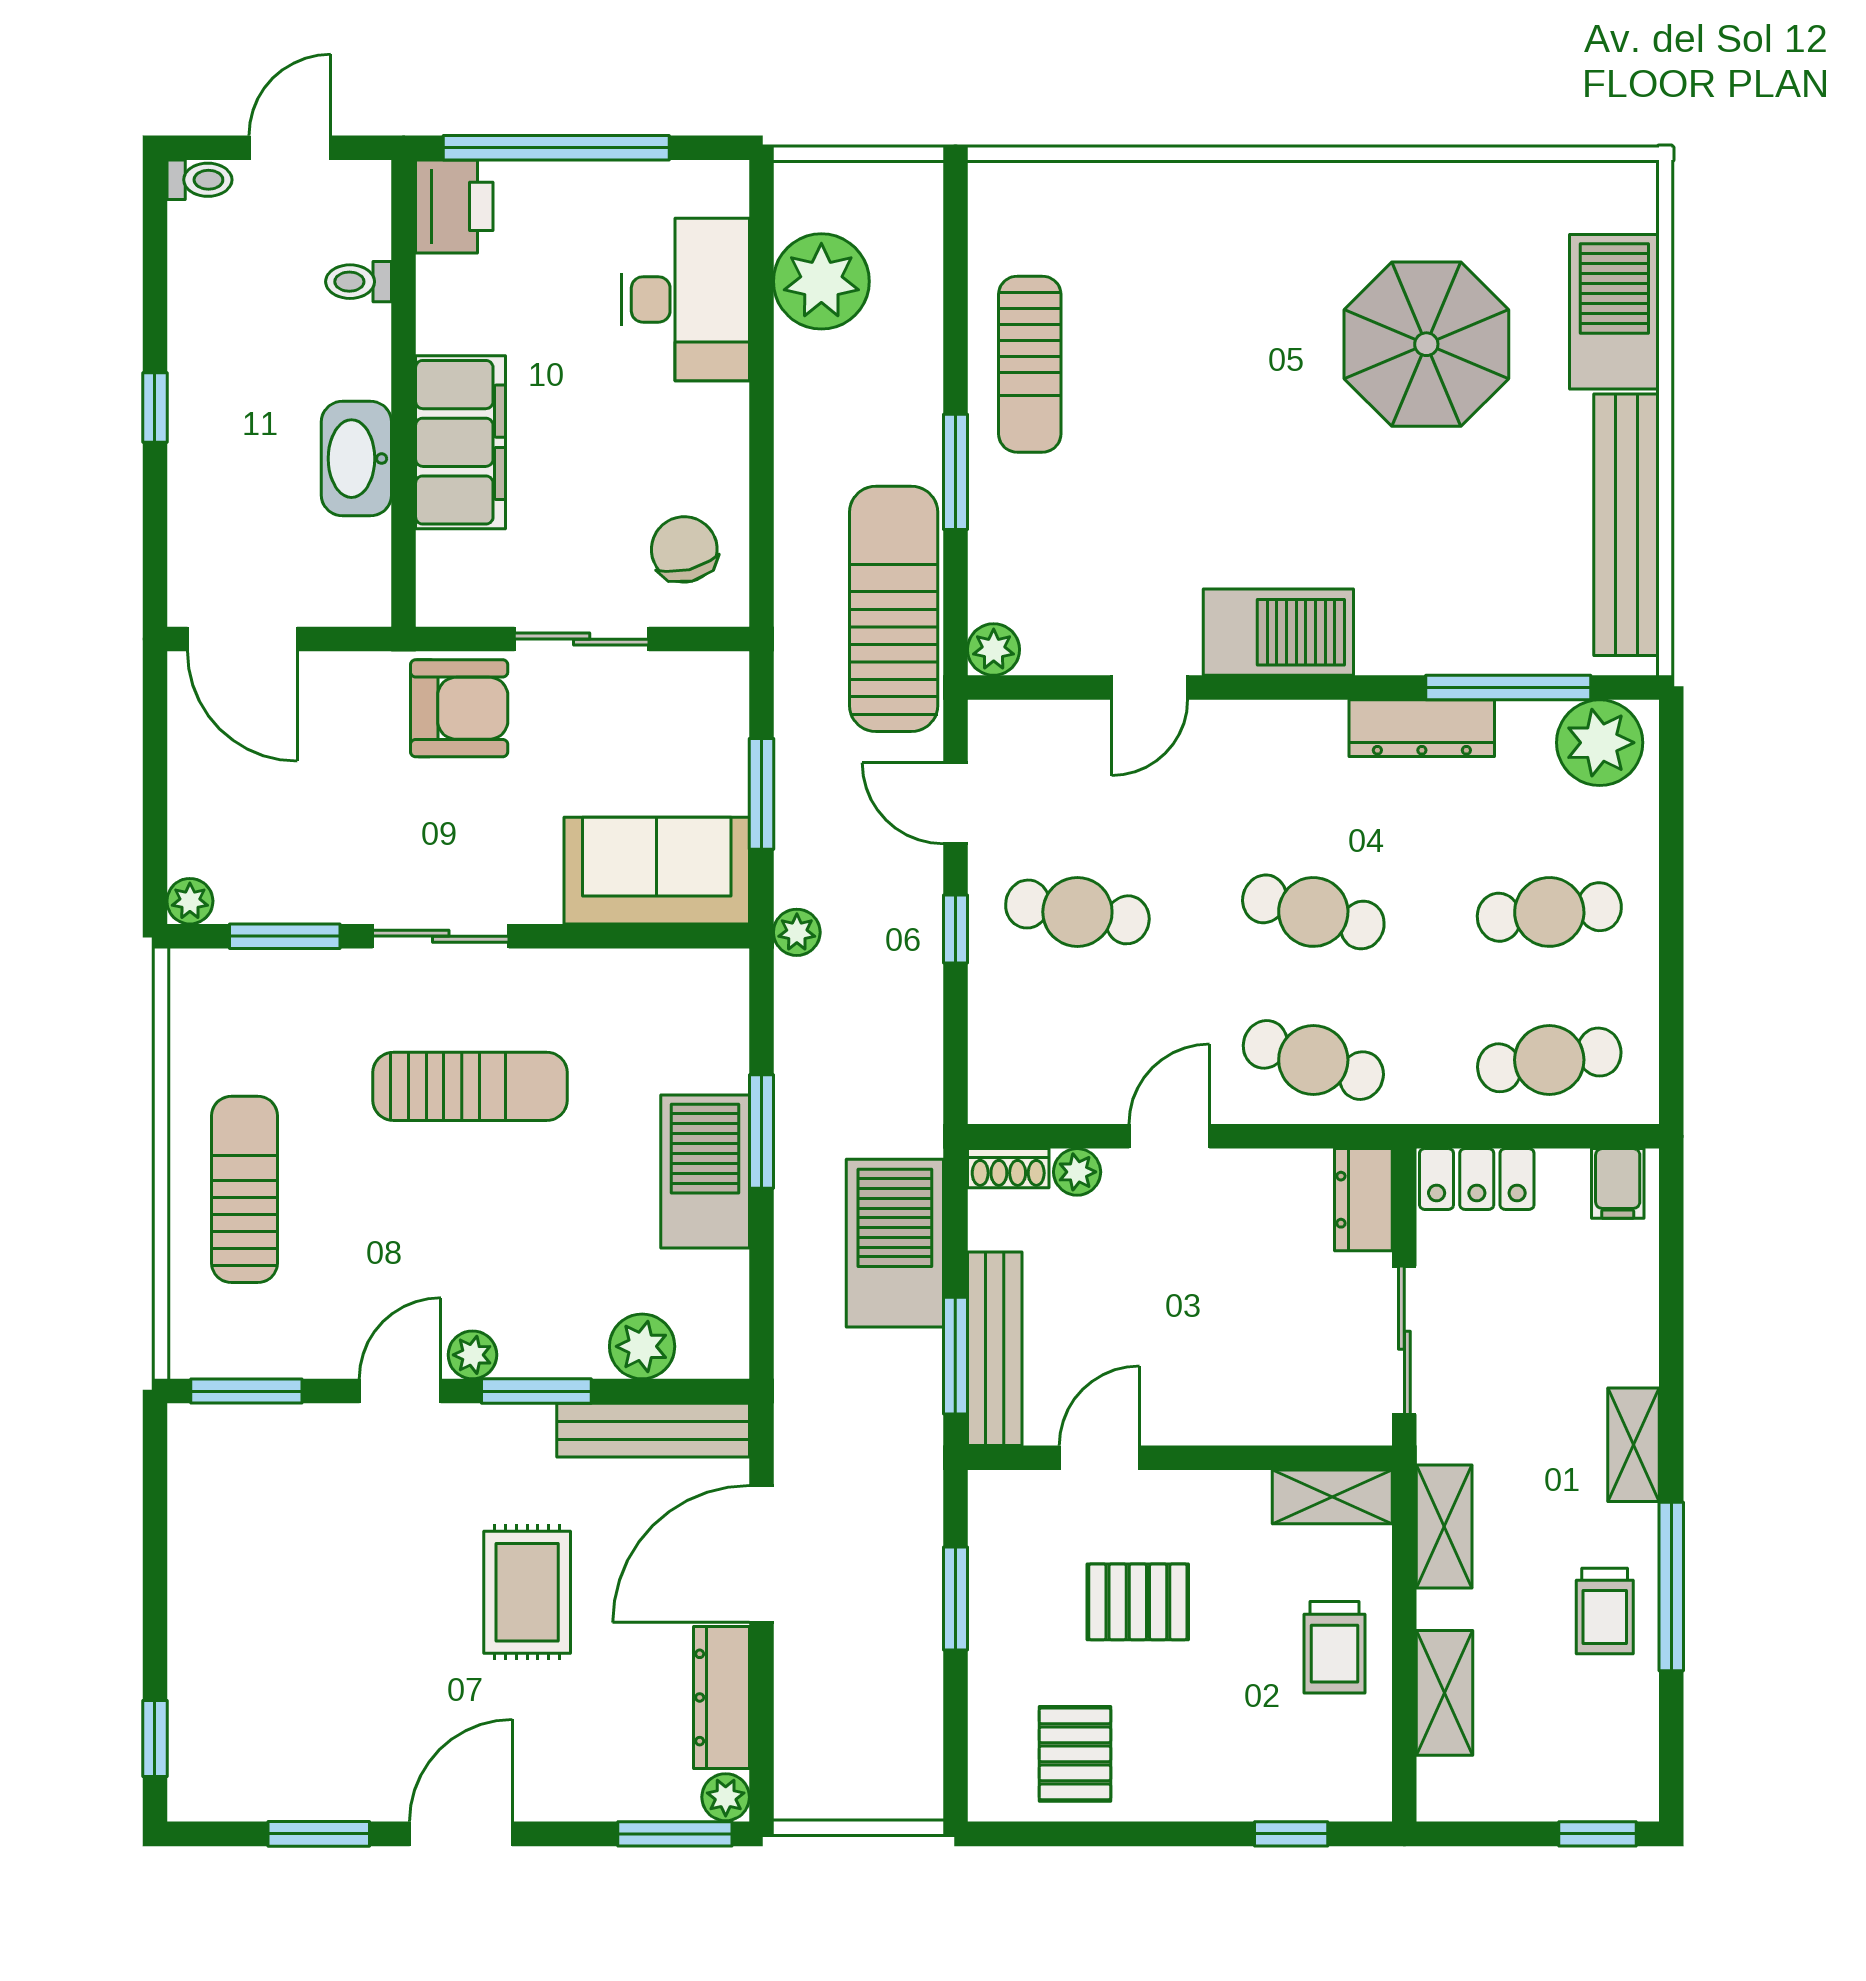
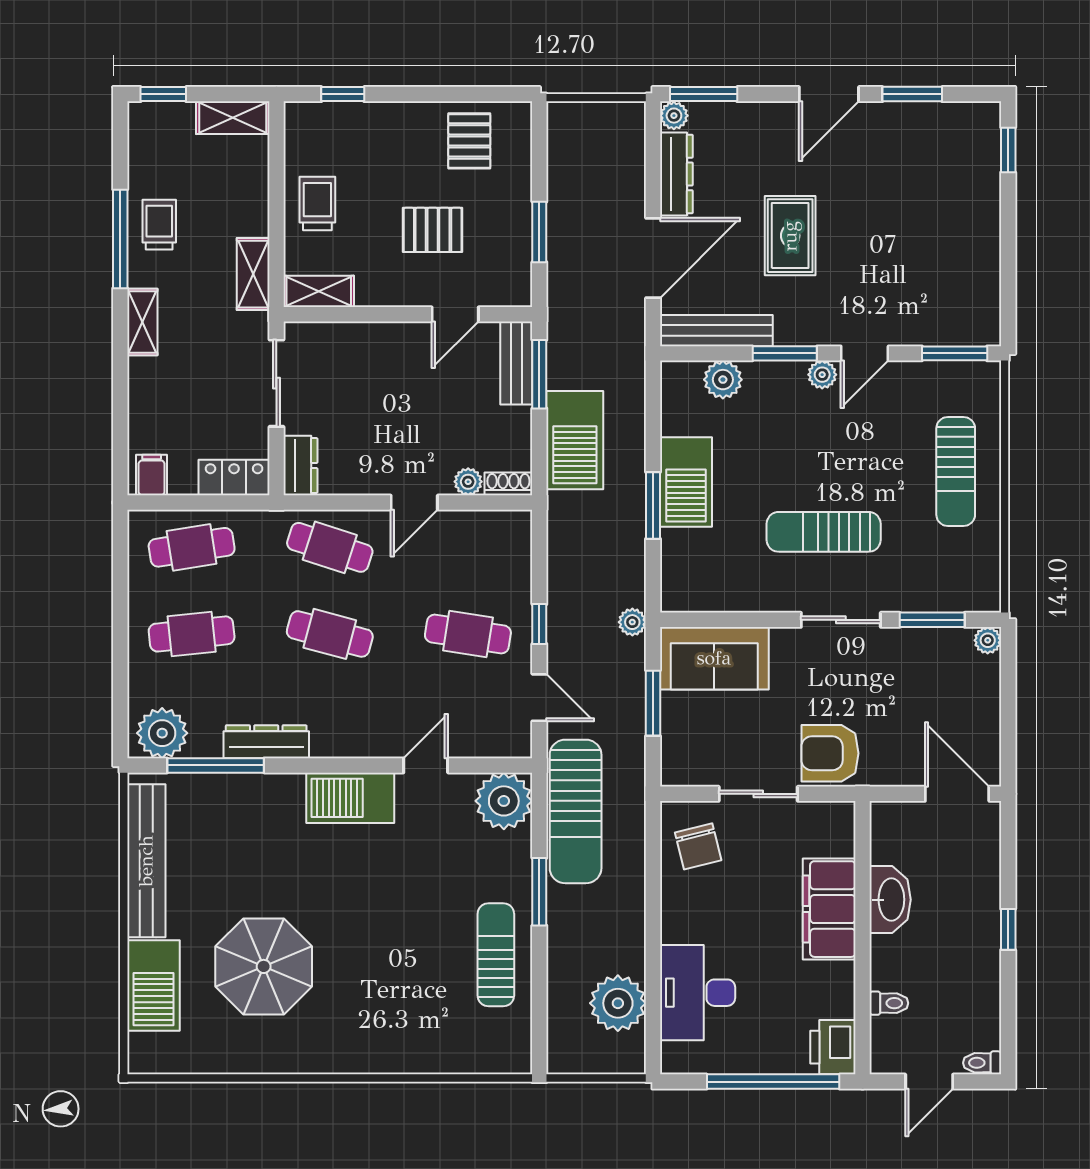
plant: (994, 650) -> (504, 801), width x1.87, depth x1.87
bench: (995, 1349) -> (516, 363), width x0.73
shelving: (1445, 1693) -> (233, 118), moved, turned 90

